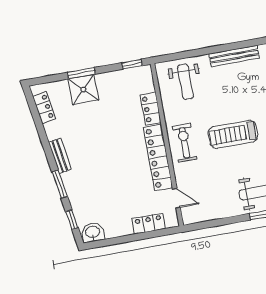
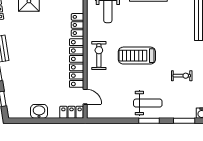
locker: (149, 224) -> (72, 112), moved
washbasin: (93, 232) -> (39, 111), moved

